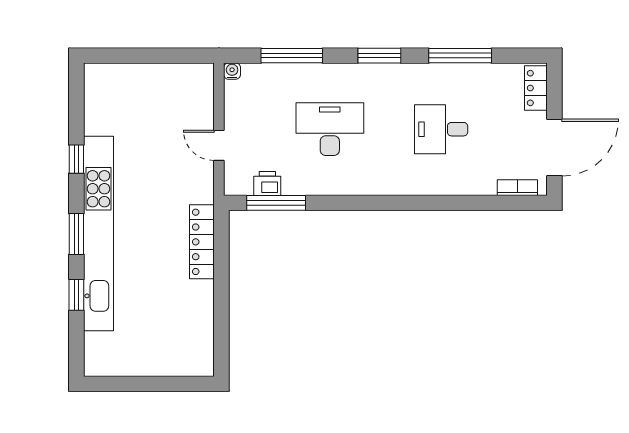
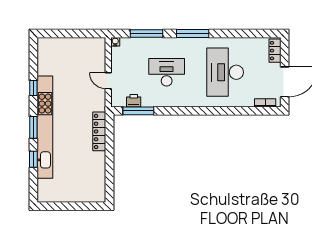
window: (379, 56) -> (193, 34), width x1.44
window: (460, 56) -> (235, 34), removed
desk: (441, 129) -> (225, 72), width x1.87, depth x1.30

